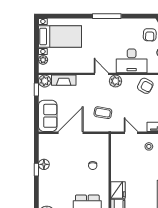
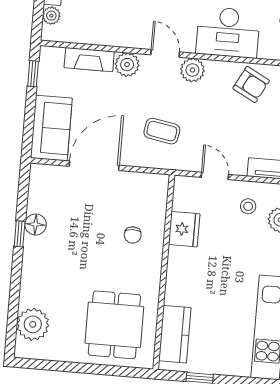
plant: (45, 81) -> (127, 65), moved
fridge: (118, 190) -> (184, 229), moved

